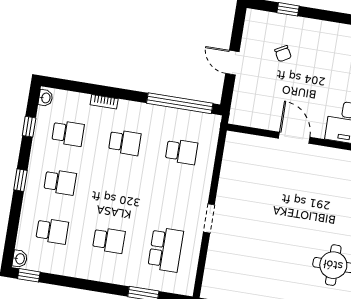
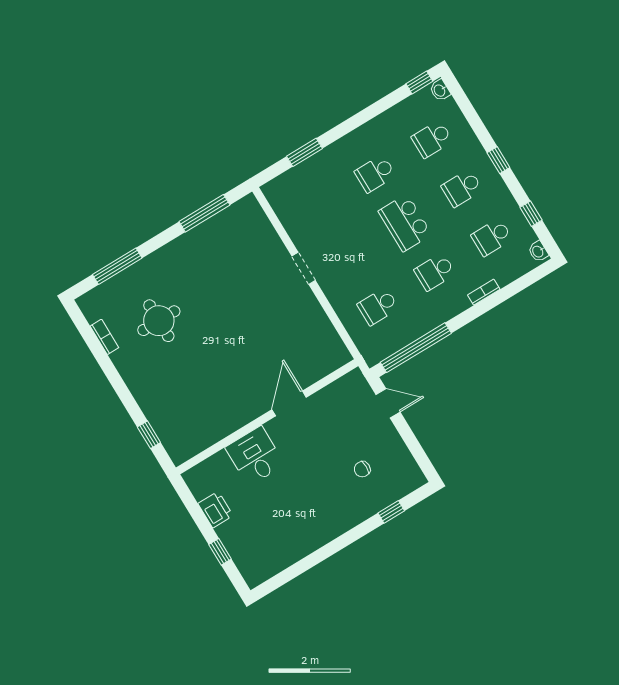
chair: (283, 54) -> (362, 469), turned -61
door: (232, 63) -> (388, 403), moved
door: (294, 138) -> (289, 403), swing flipped
school desk: (166, 249) -> (405, 223), moved

